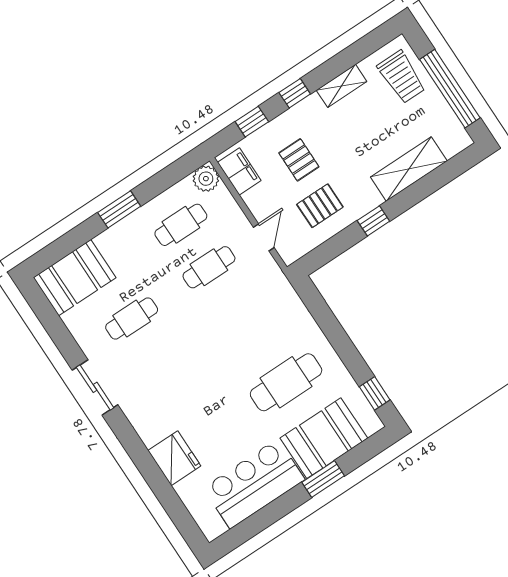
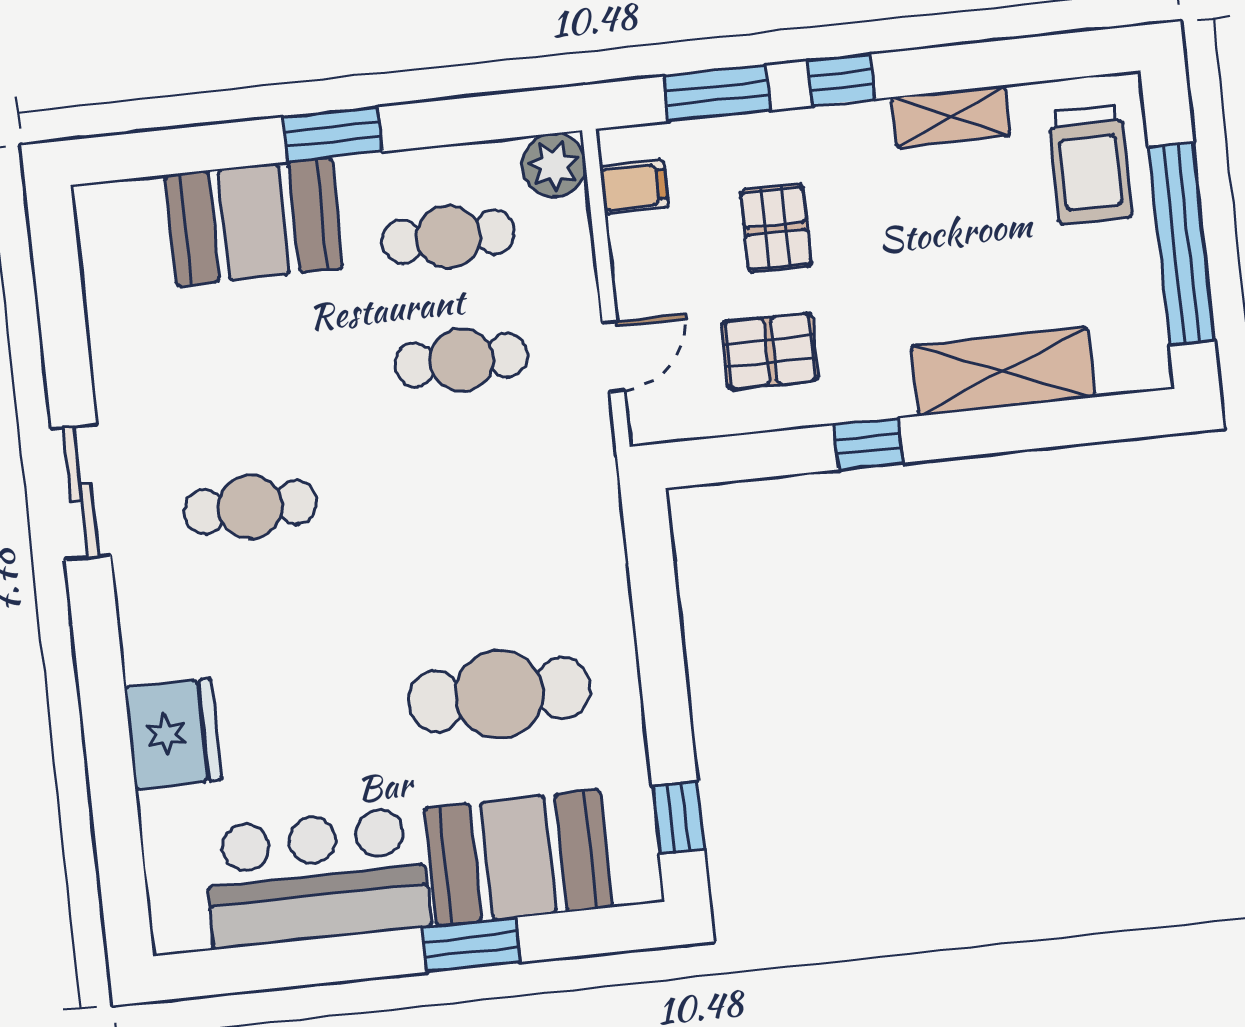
window: (252, 122) -> (717, 93), width x1.50
filing cabinet: (239, 171) -> (634, 187), width x0.50
booth: (75, 278) -> (254, 222), moved
cafe table: (132, 318) -> (250, 507), moved

